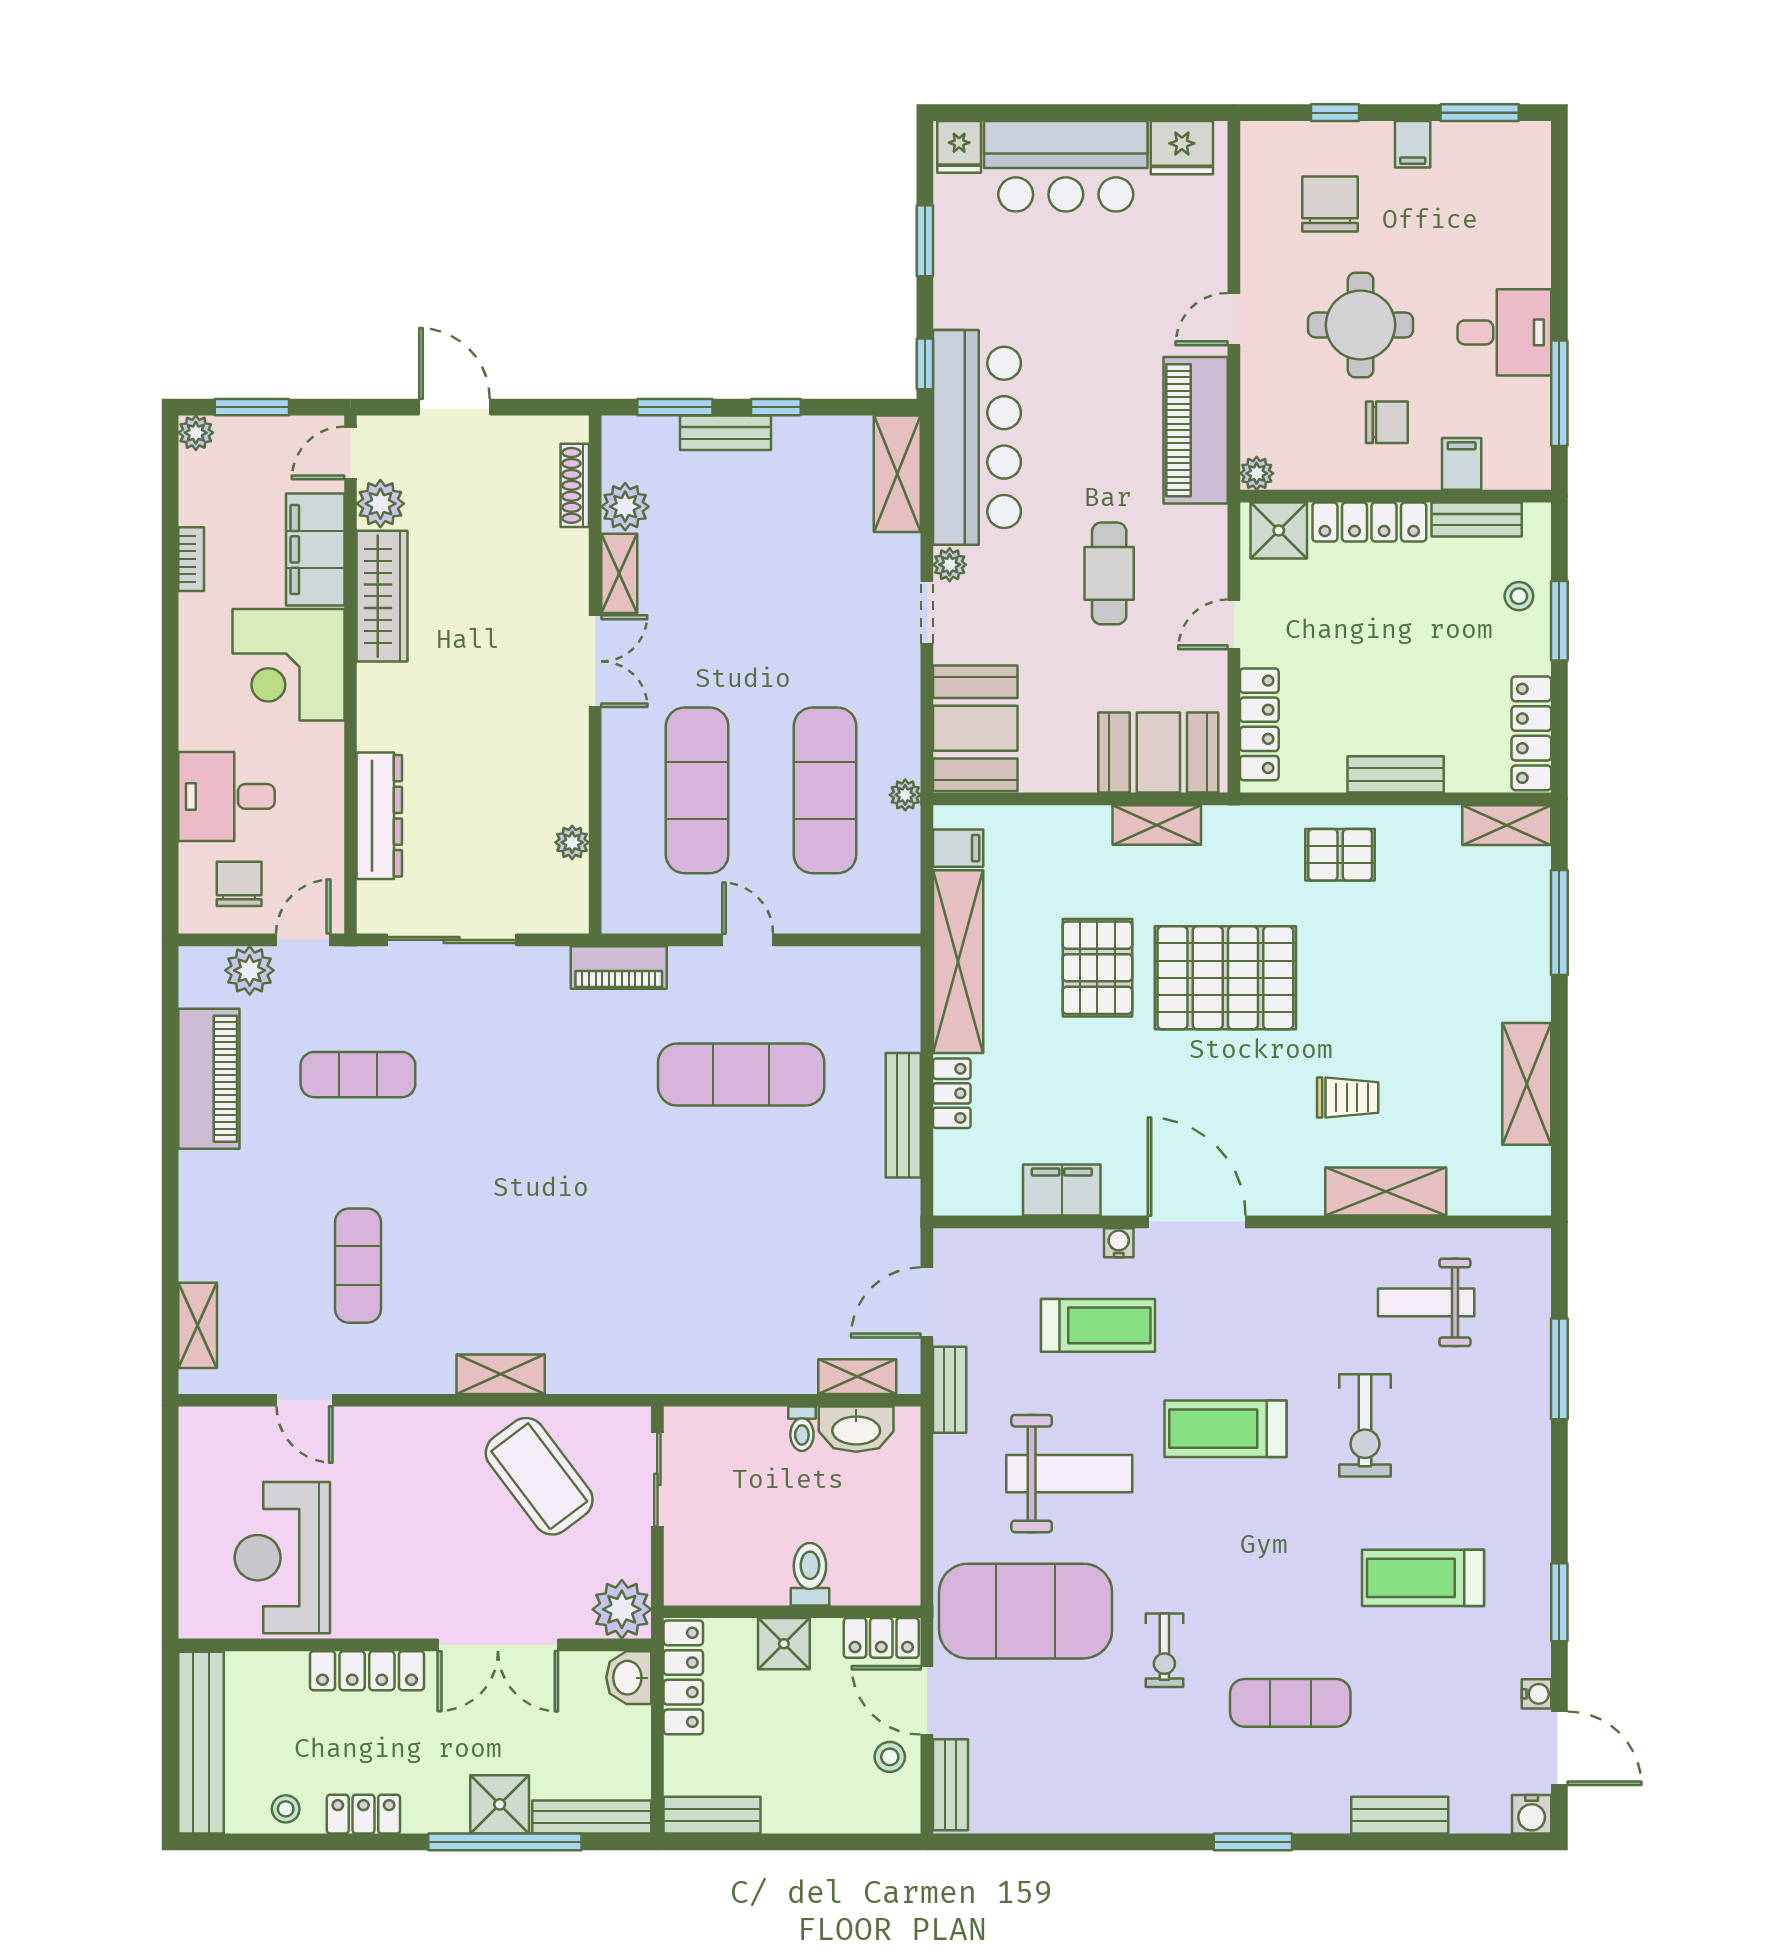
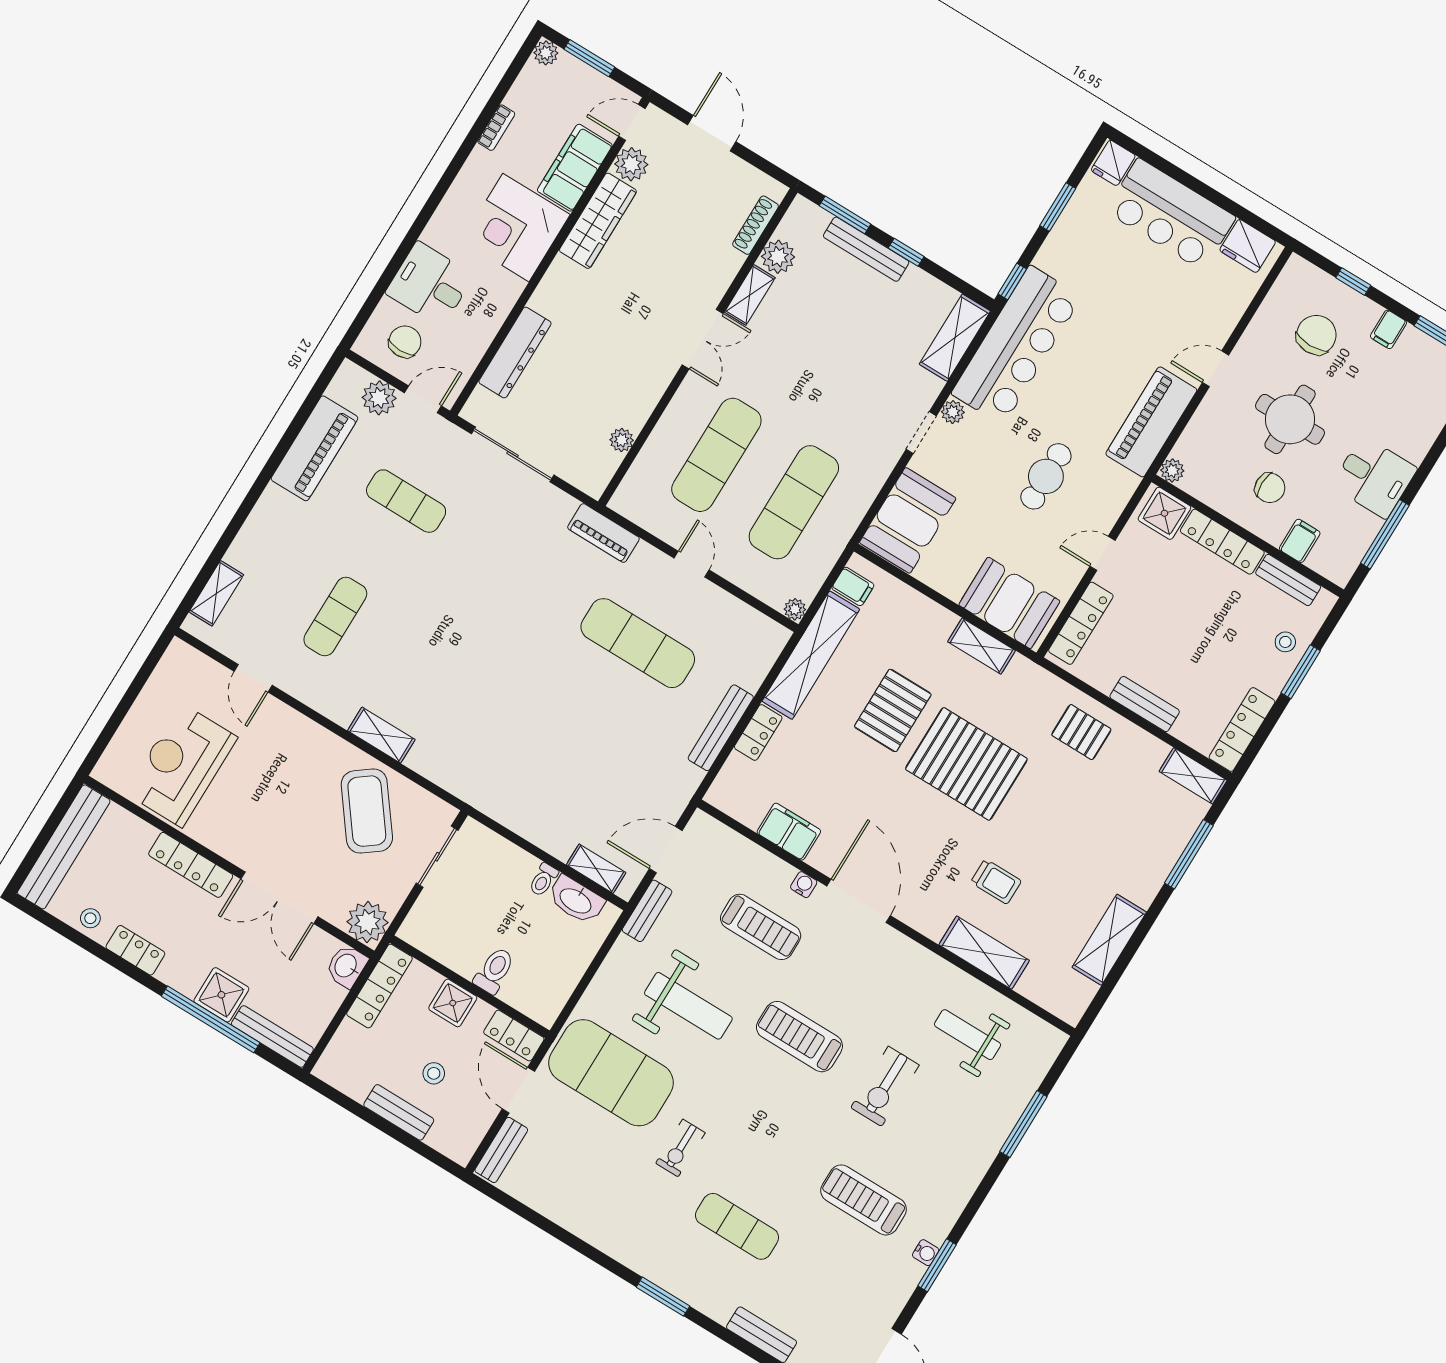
bench: (726, 433) -> (866, 249), width x1.36
plant: (905, 795) -> (795, 609), moved
water cooler: (1536, 1694) -> (926, 1253), moved
stool: (890, 1757) -> (434, 1073), moved
bench: (712, 1815) -> (399, 1112), moved

